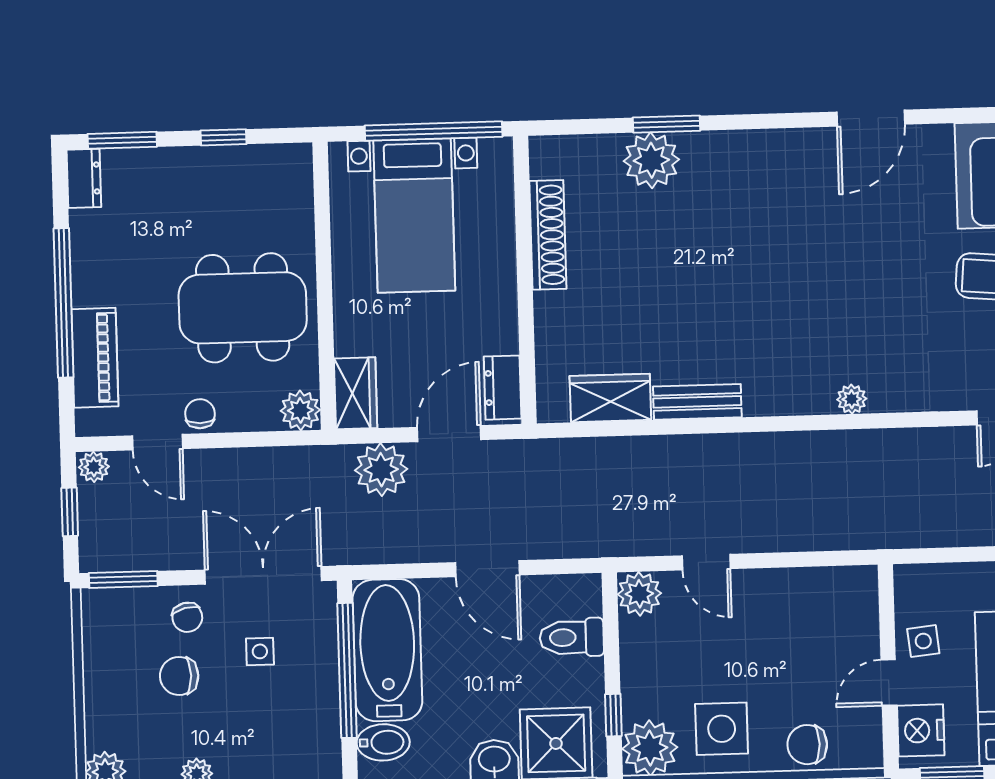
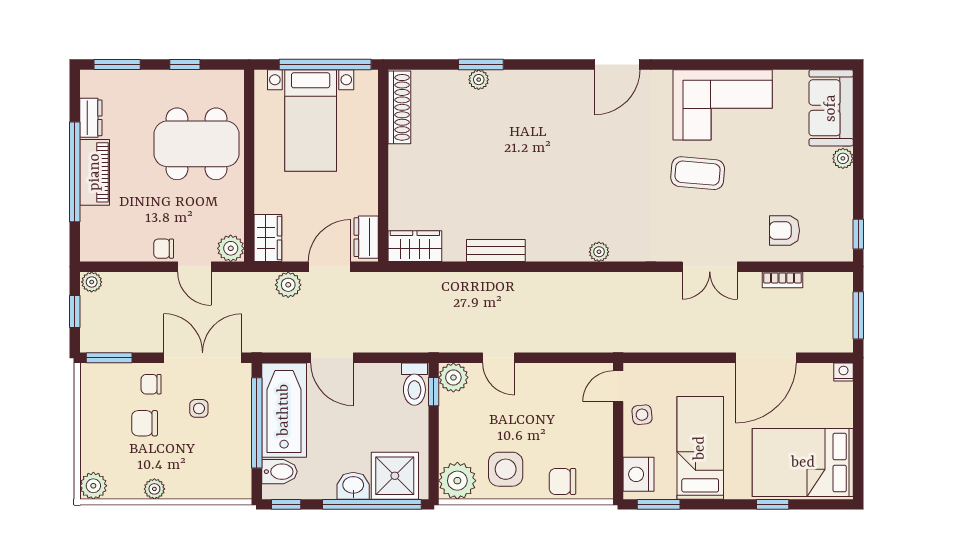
plant: (651, 160) -> (479, 80), width x0.53, depth x0.53
dresser: (84, 178) -> (91, 118), moved
shoe rack: (548, 235) -> (399, 107), moved
dining table: (243, 308) -> (196, 144), moved
piano: (95, 358) -> (95, 172), moved
wardrobe: (610, 398) -> (415, 246), moved
chair: (200, 414) -> (164, 249), turned -90
door: (157, 442) -> (194, 267), moved
plant: (381, 470) -> (288, 285), width x0.73, depth x0.73
door: (487, 569) -> (332, 358), moved
chair: (187, 617) -> (151, 384), turned 104
toilet: (572, 637) -> (414, 384), moved, turned -90
door: (889, 683) -> (618, 386), moved
window: (613, 715) -> (434, 392), moved

